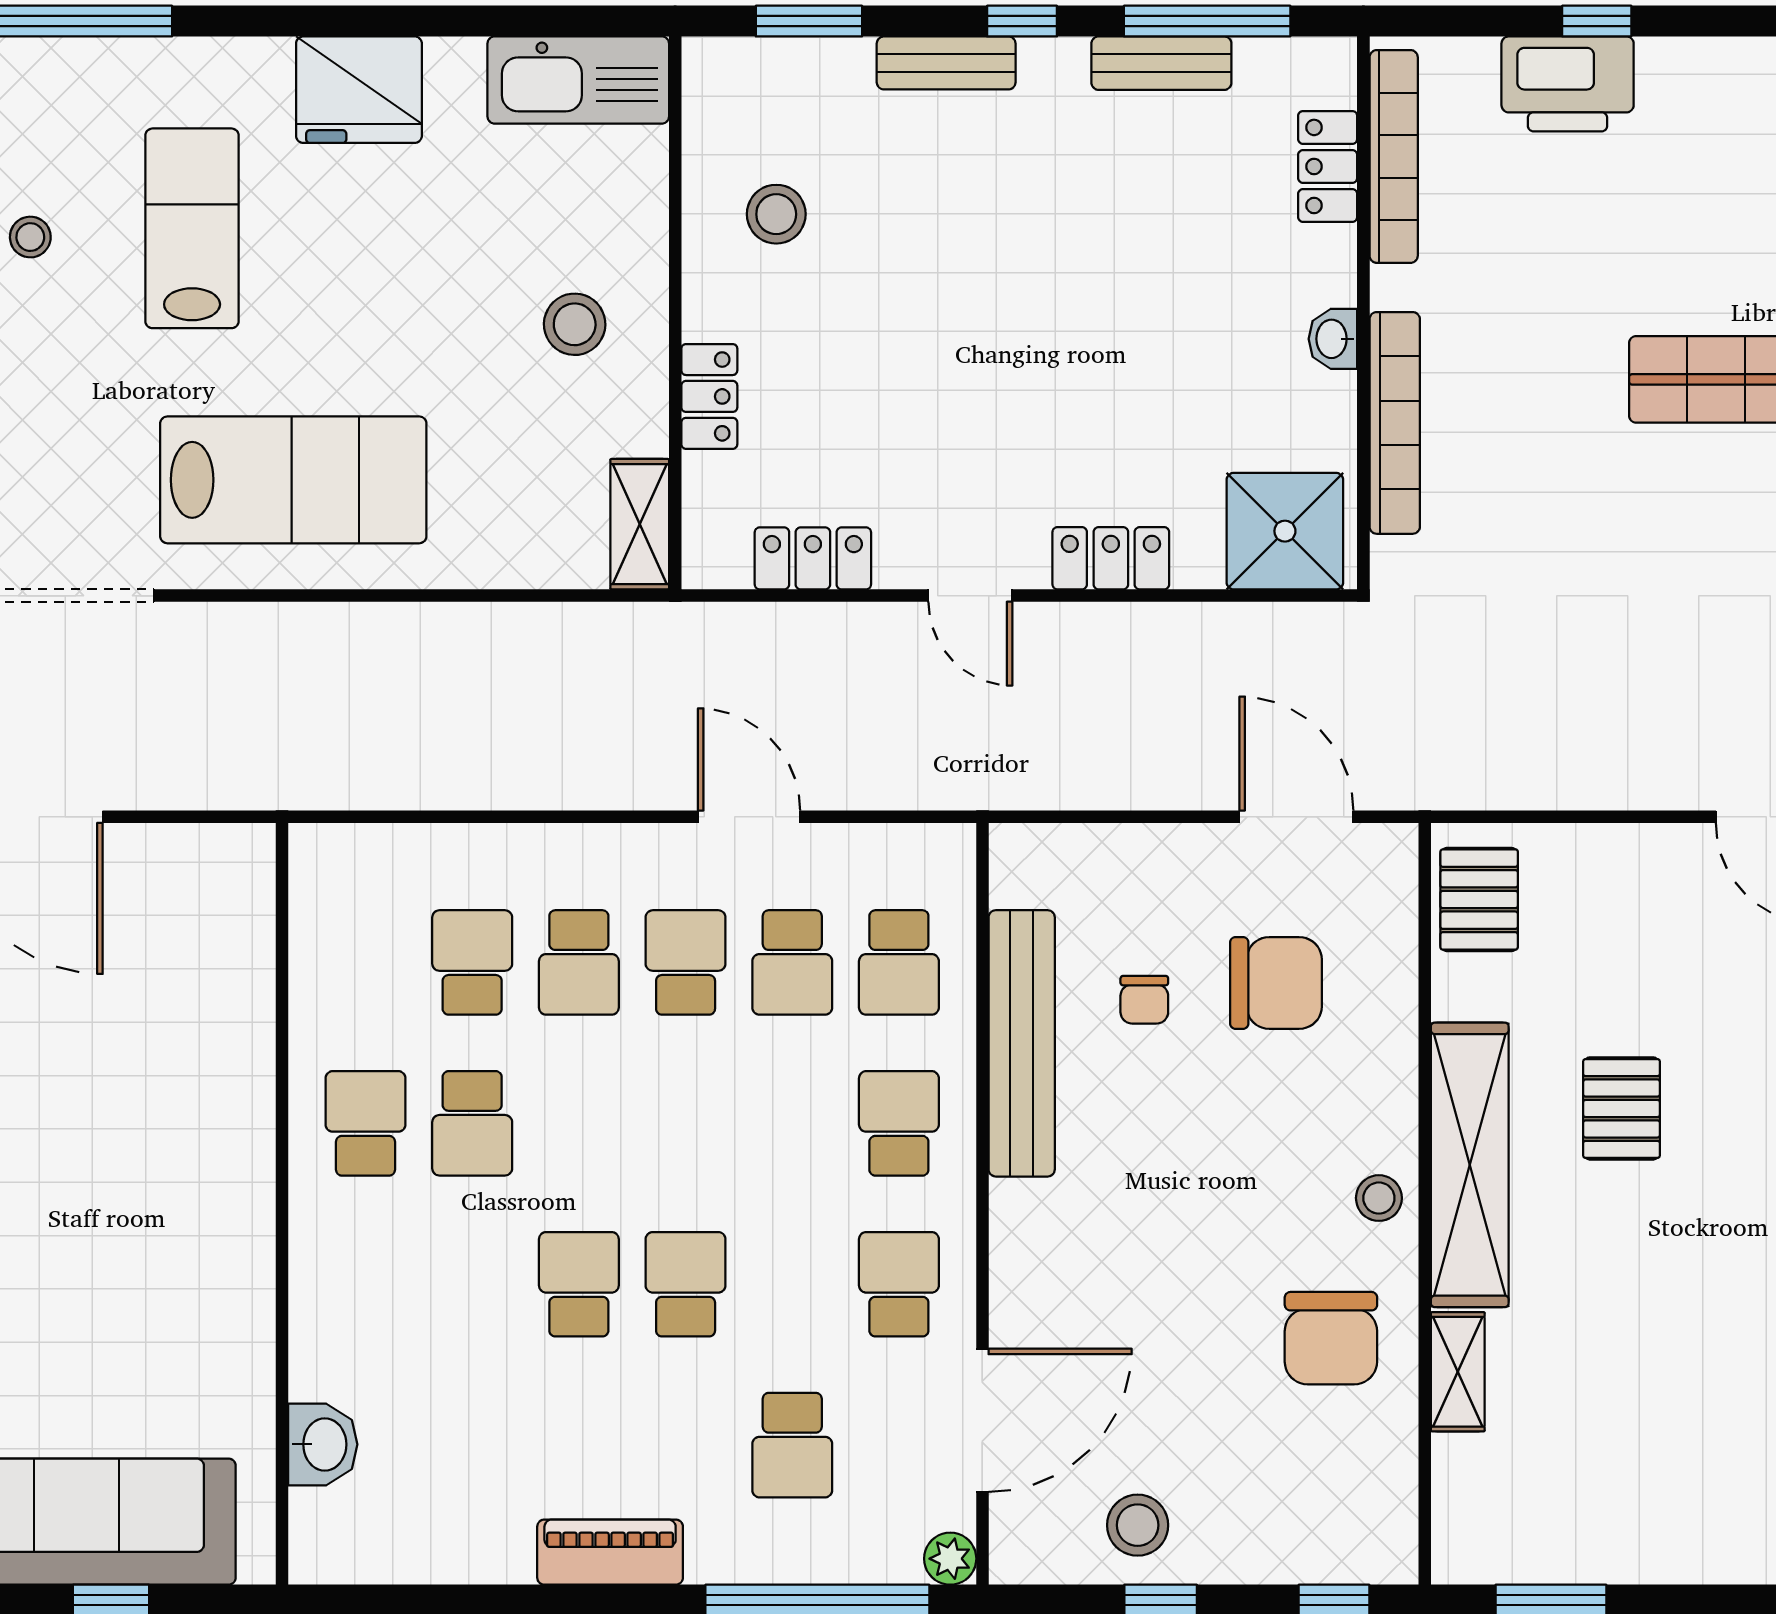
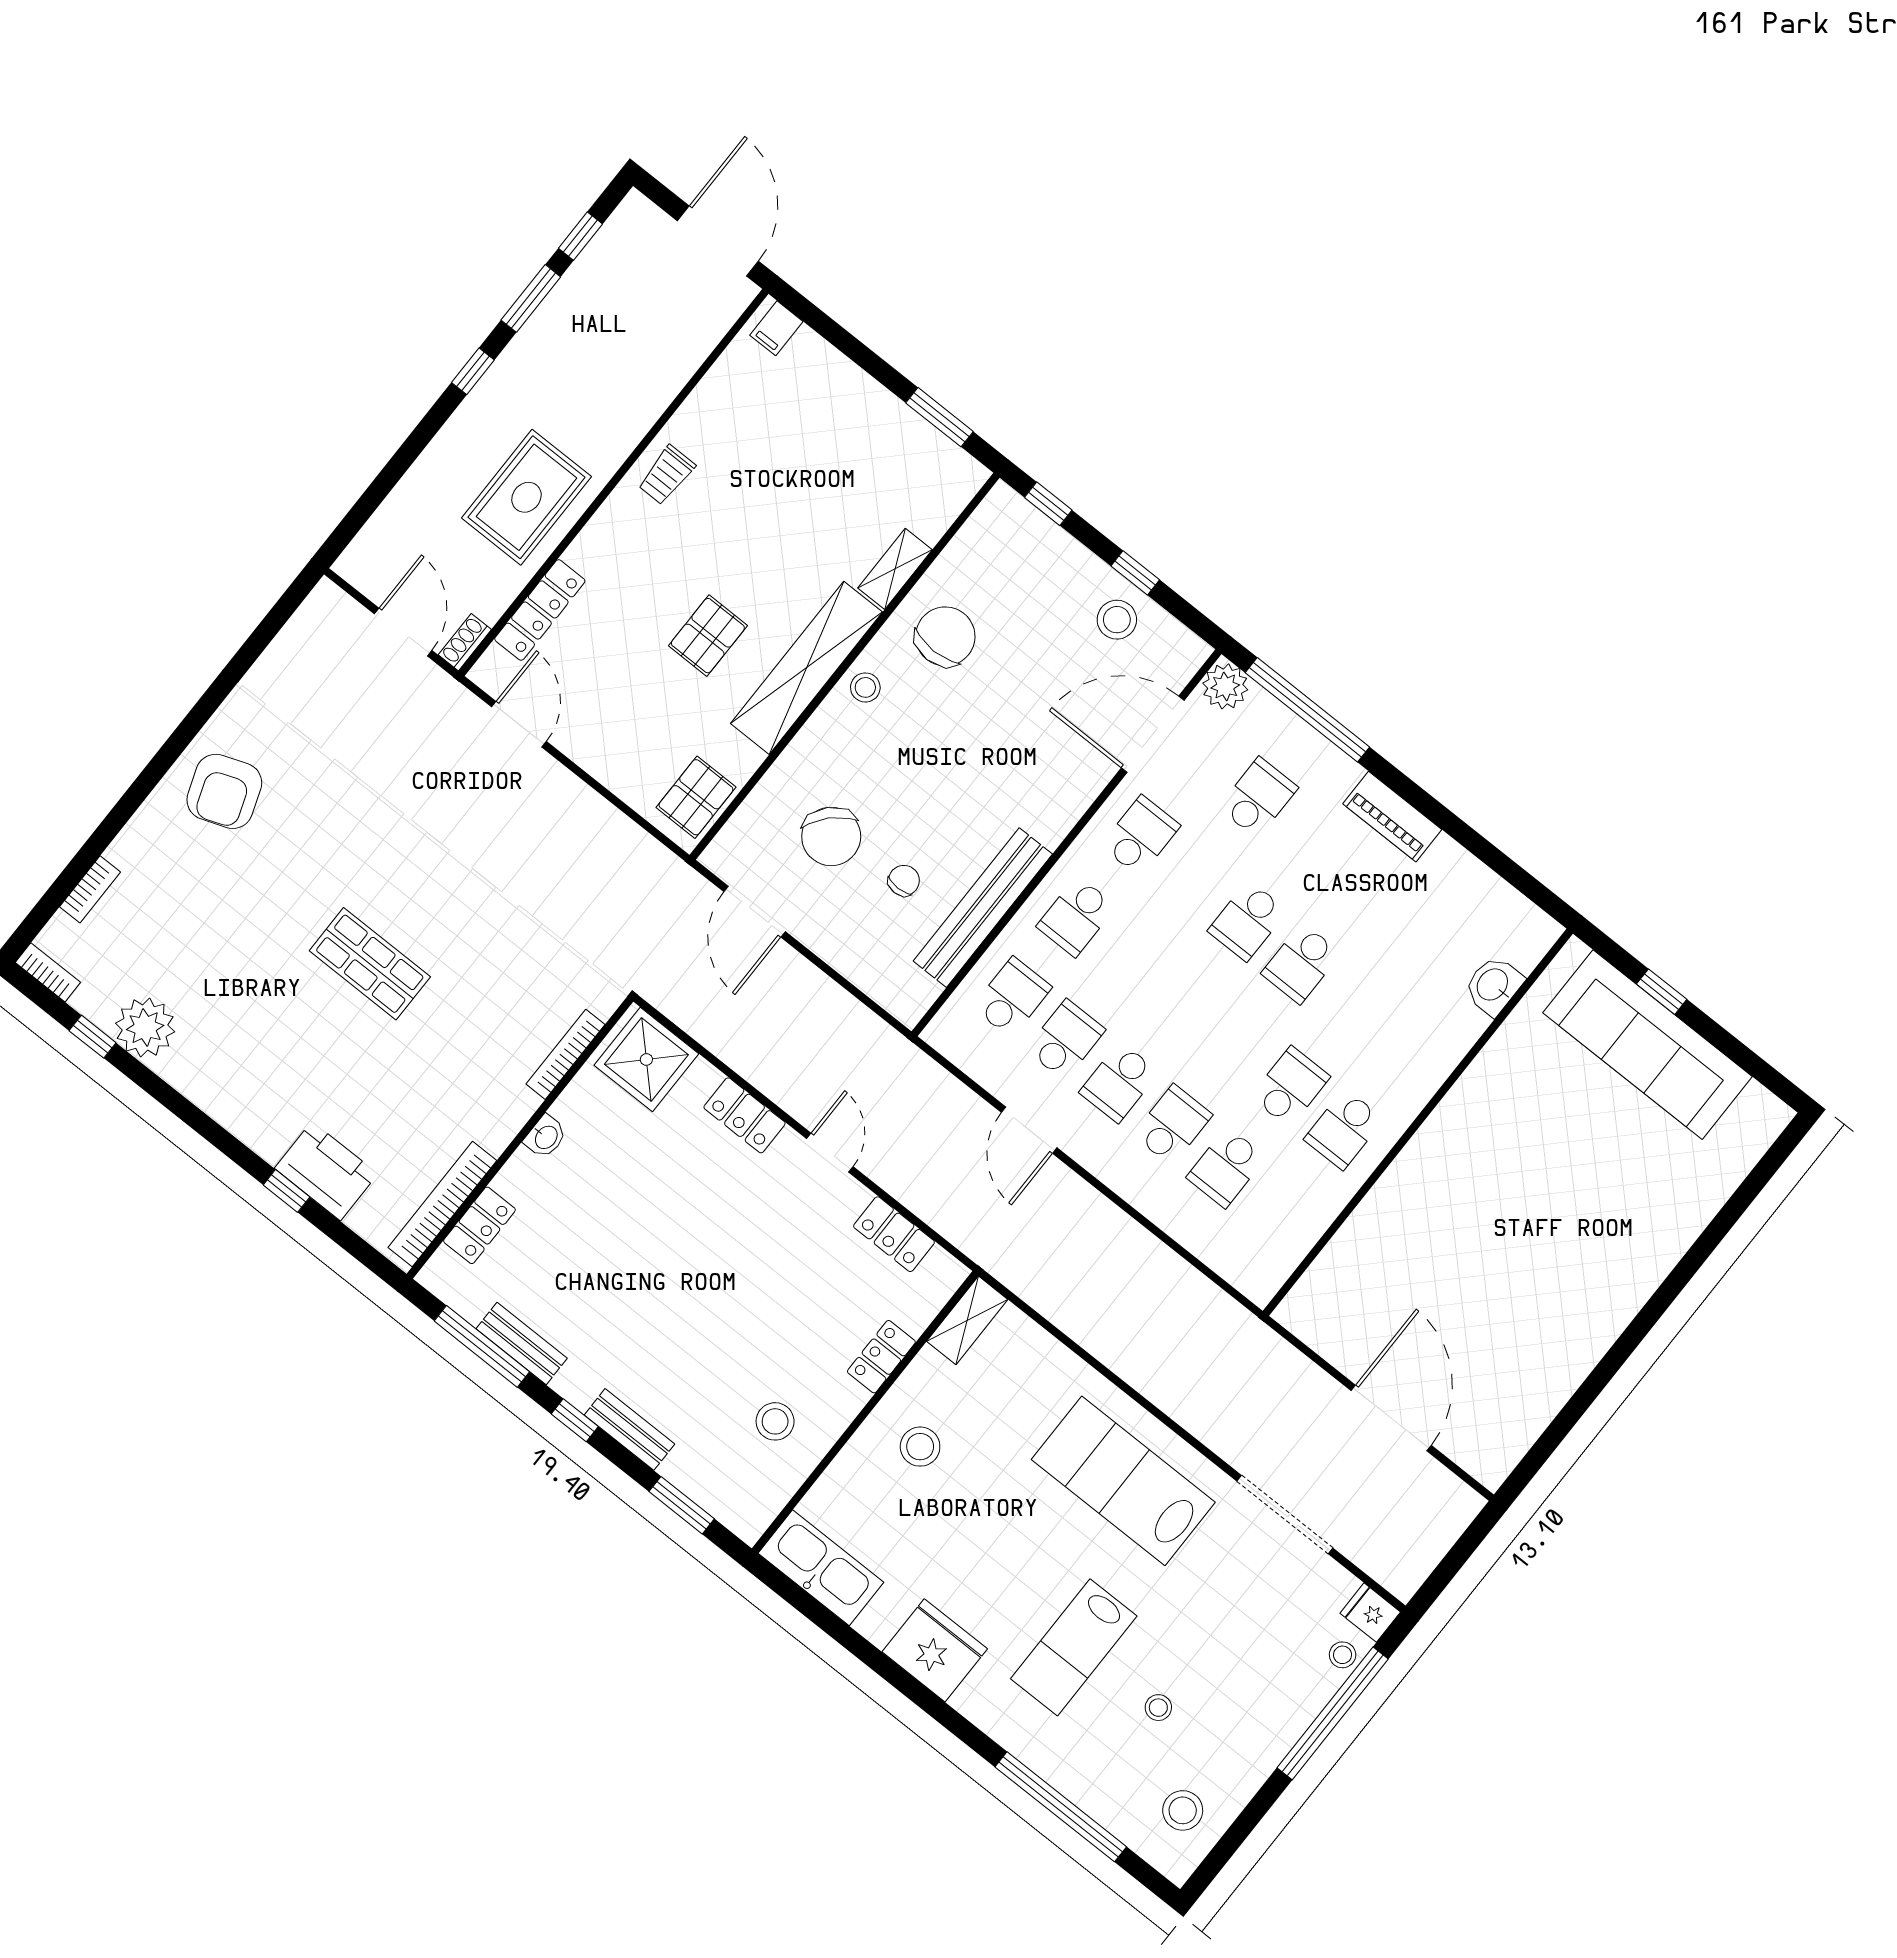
bookcase: (1395, 423) -> (566, 1054), width x0.68, depth x0.76
chair: (1276, 983) -> (831, 836), turned -136
school desk: (899, 1284) -> (1140, 836), turned 180
plant: (950, 1559) -> (1225, 686), width x1.38, depth x1.38

